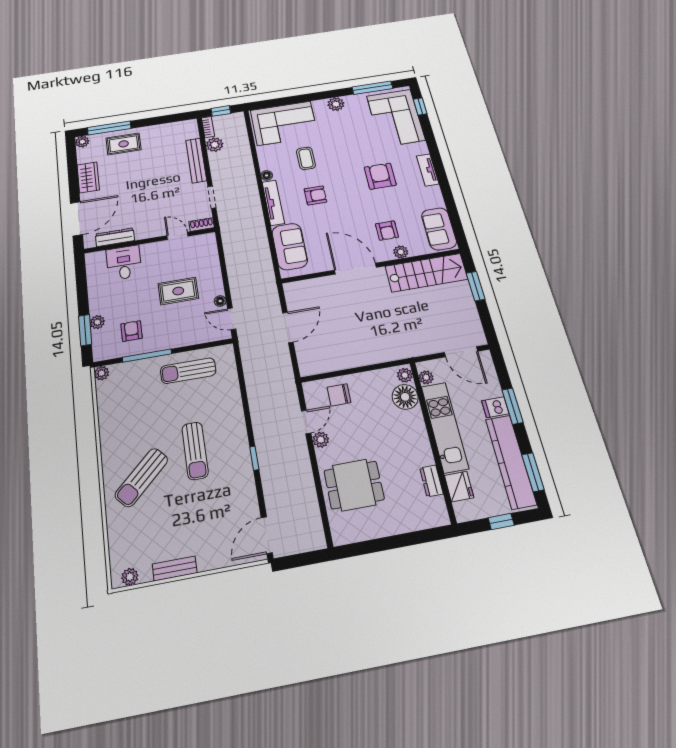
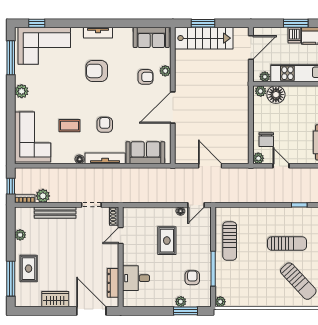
plant: (82, 142) -> (20, 235), moved
stairs: (426, 273) -> (204, 38), moved, turned 90
armchair: (132, 331) -> (192, 278), turned 90
plant: (321, 440) -> (258, 158), moved

